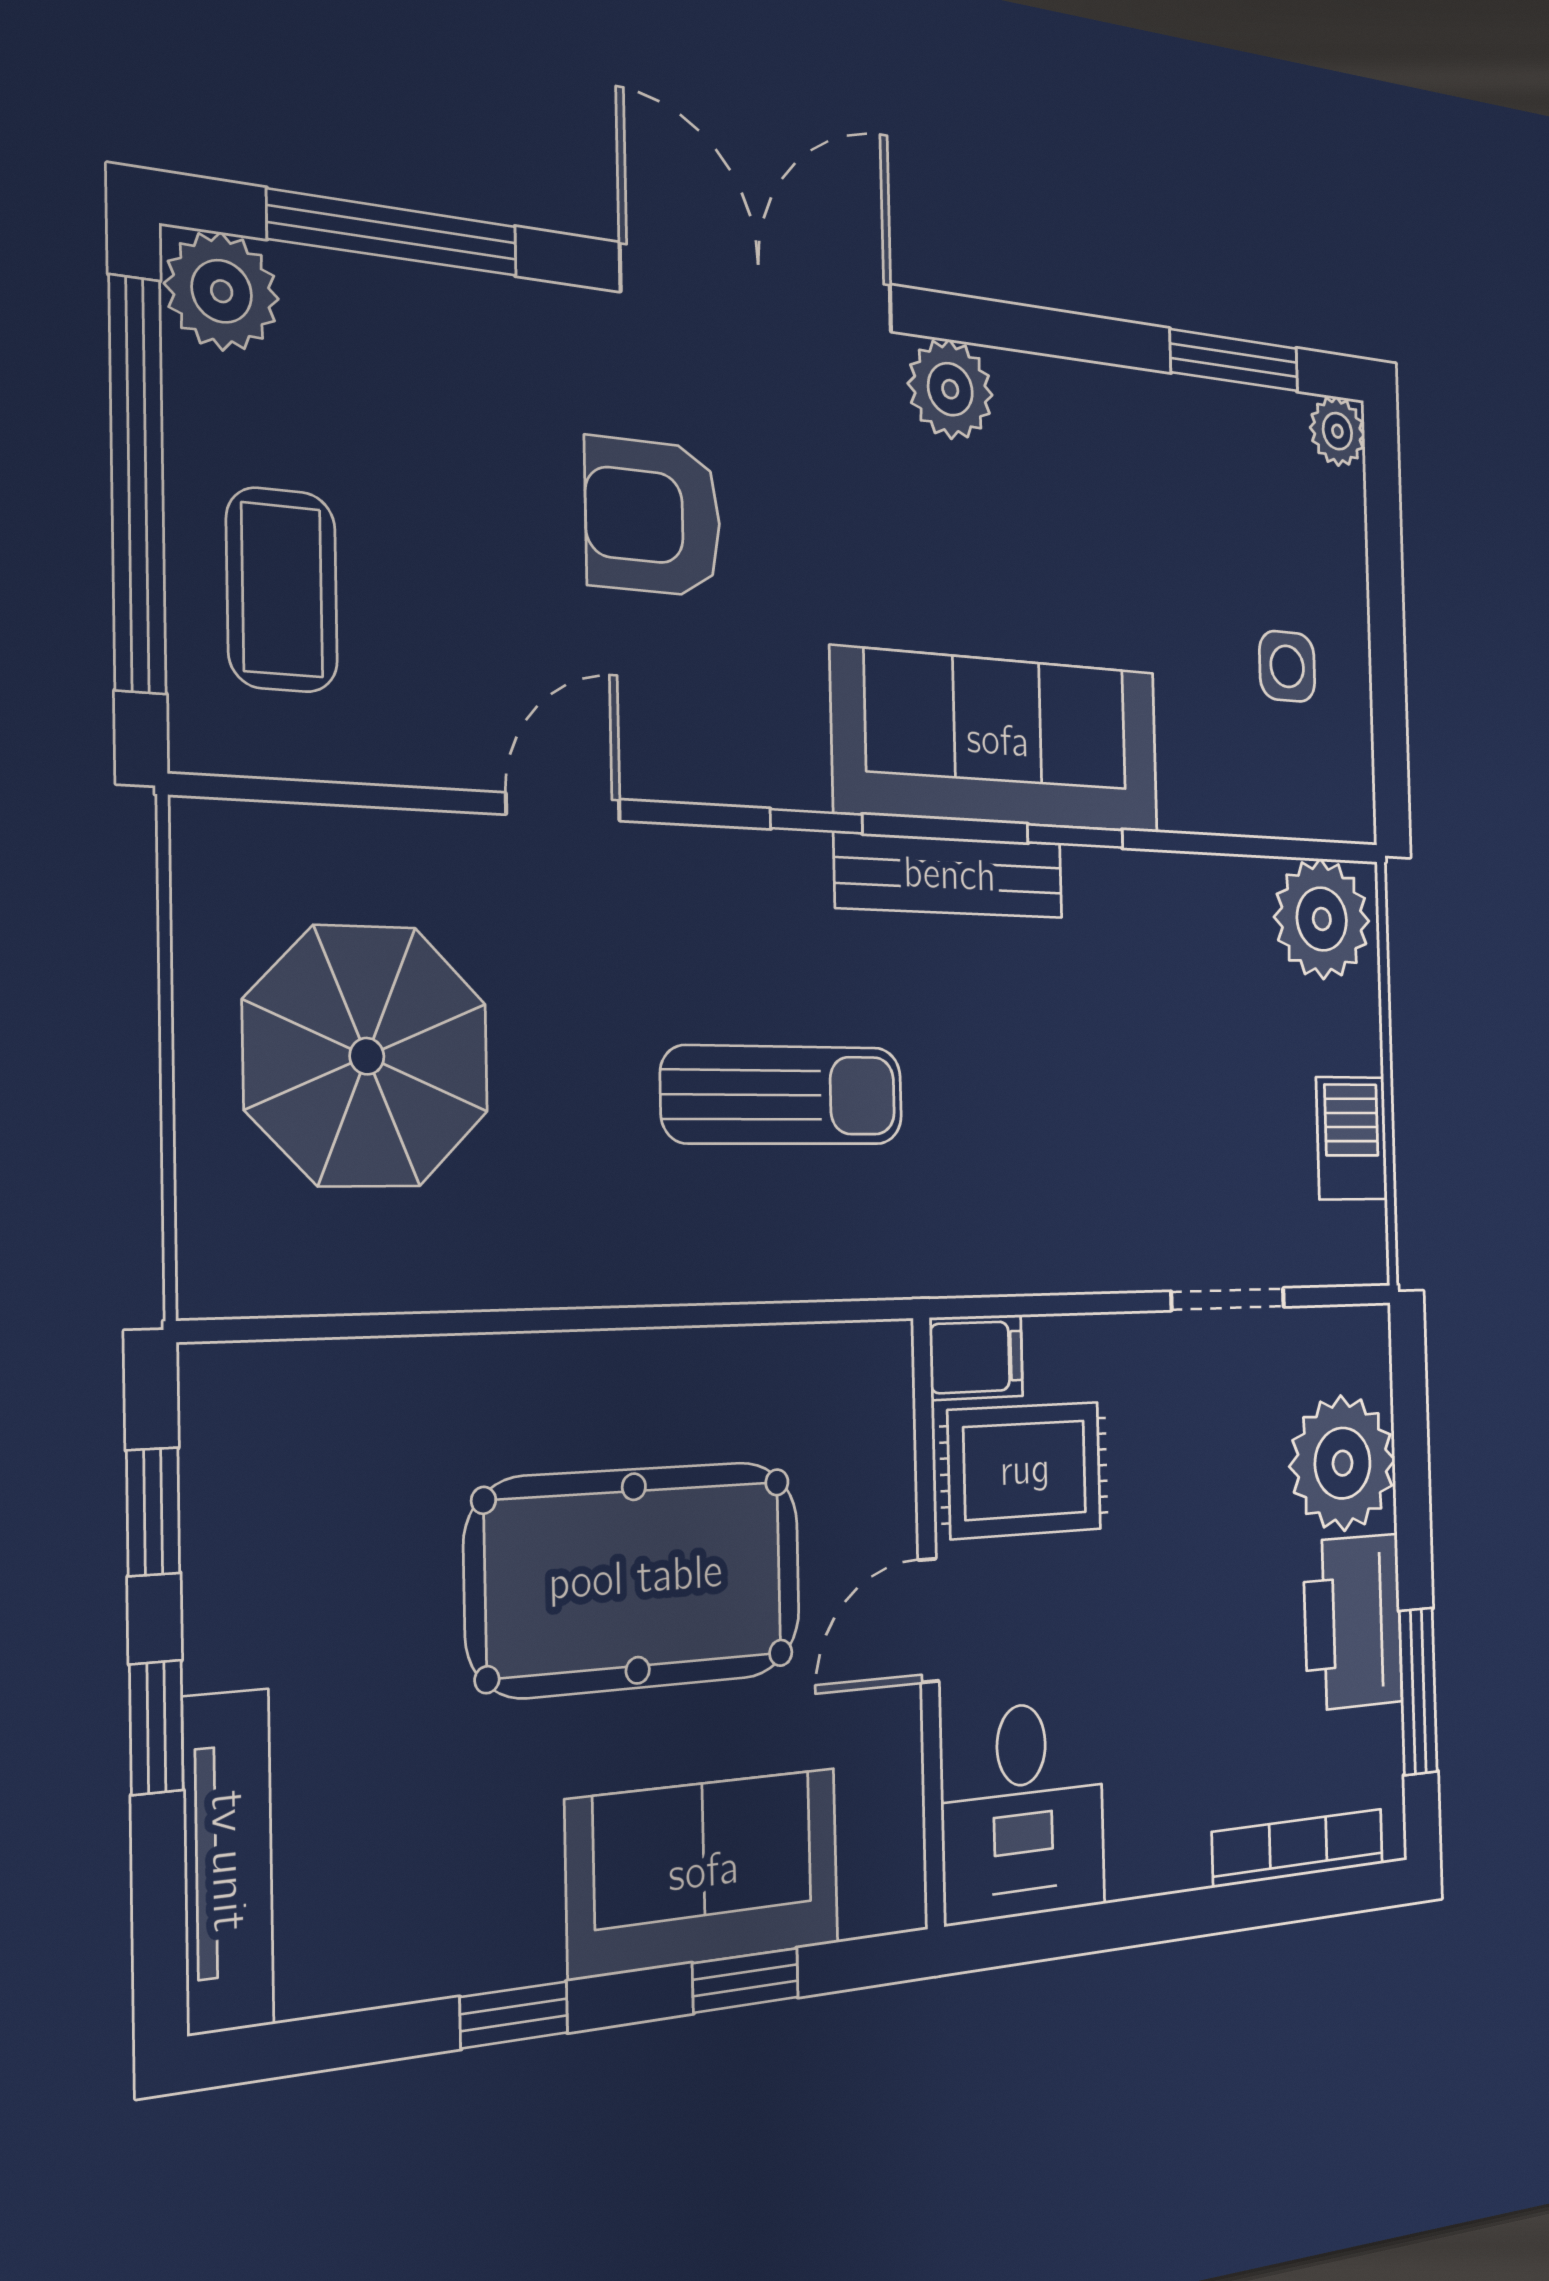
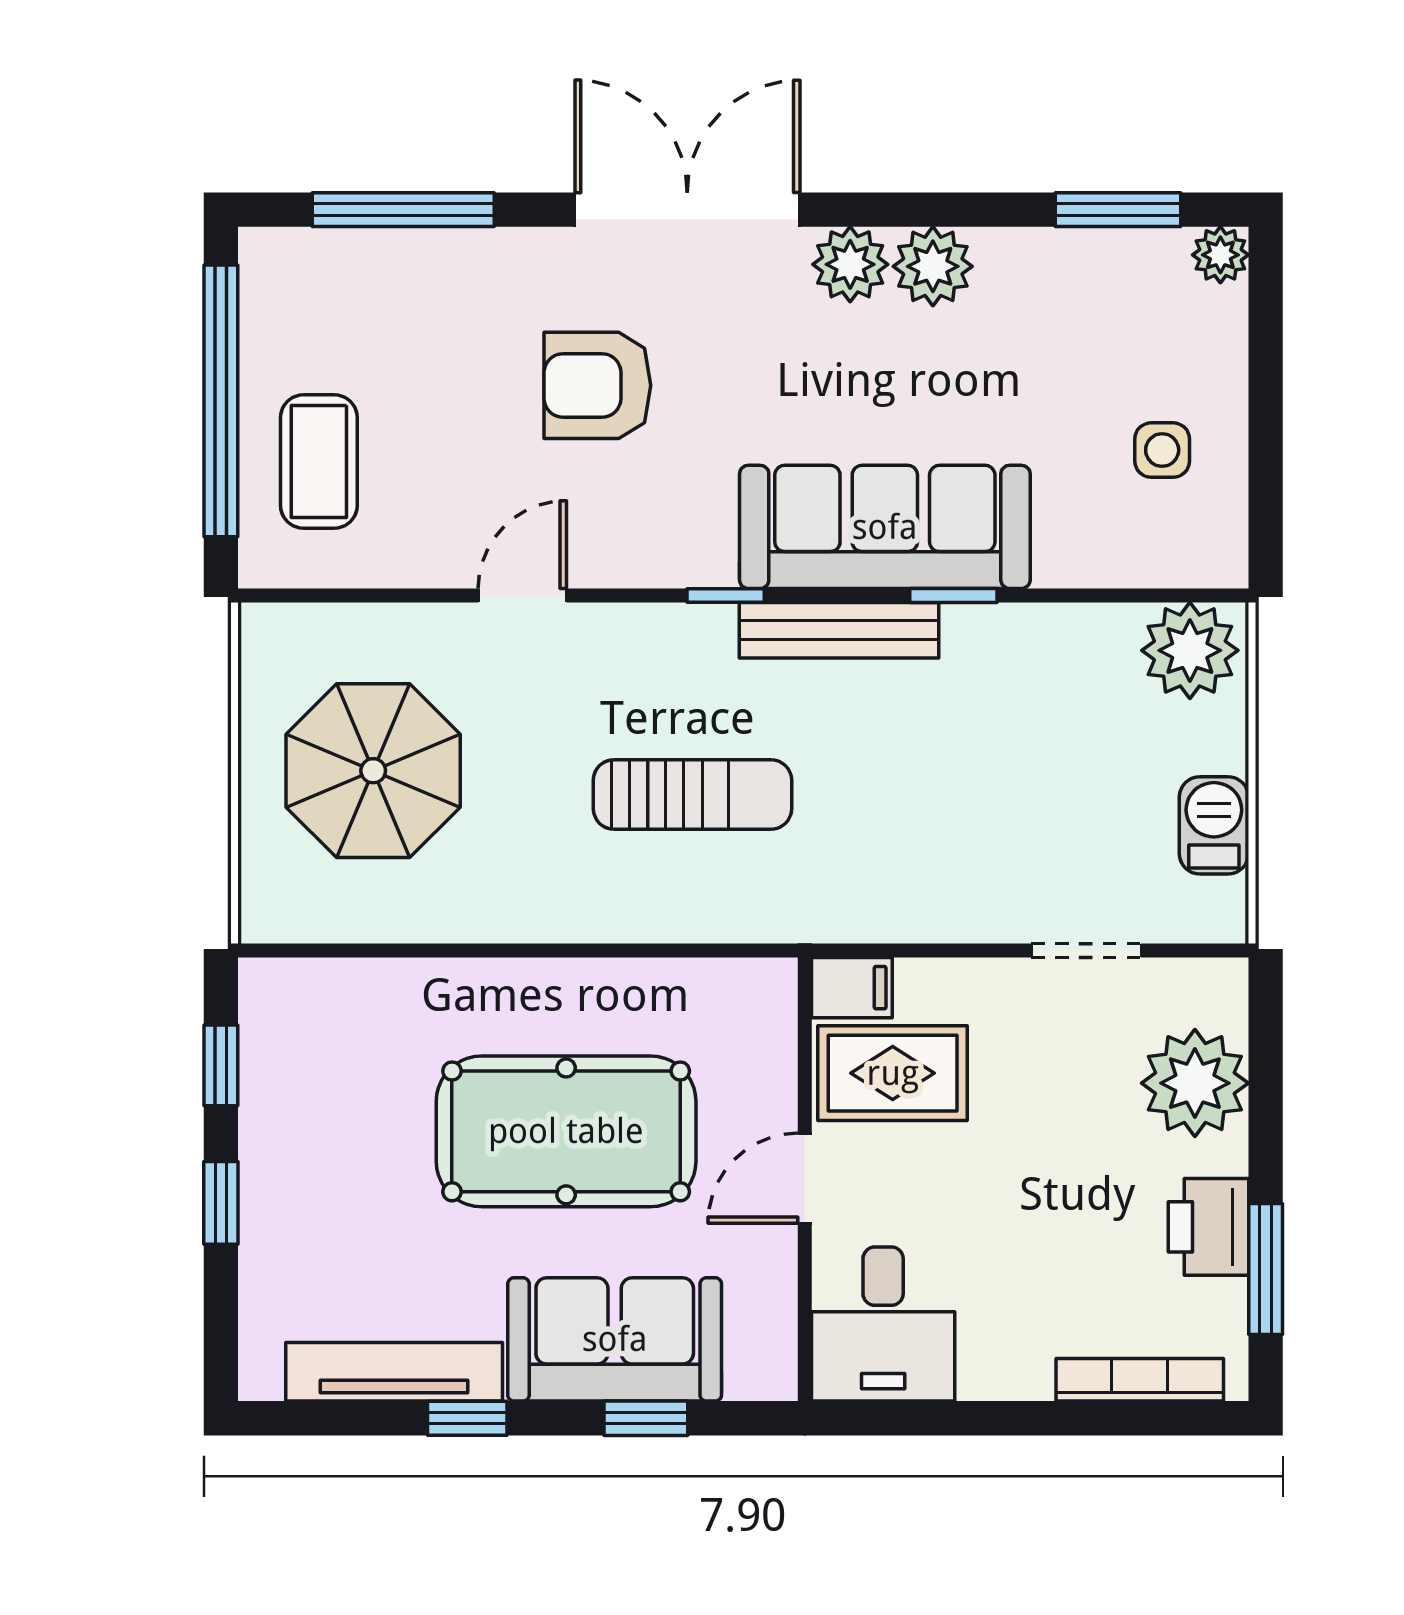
plant: (222, 291) -> (933, 266), moved
printer: (1353, 1622) -> (1208, 1227), width x0.73, depth x0.84
tv unit: (228, 1861) -> (394, 1372), moved, turned -90

